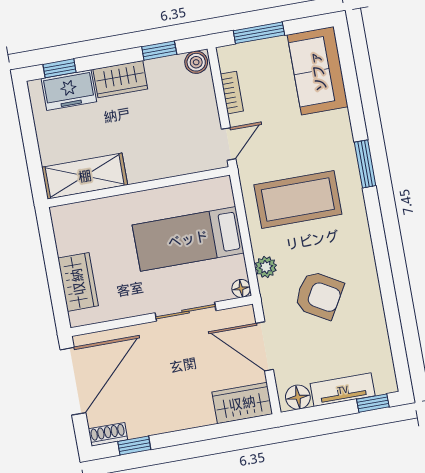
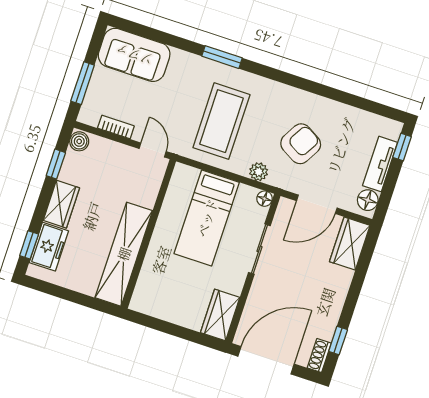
shelving: (85, 176) -> (124, 254), width x1.47
wardrobe: (78, 282) -> (220, 315), moved, turned -90
door: (73, 381) -> (266, 360), hinge flipped

